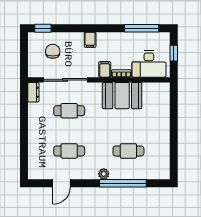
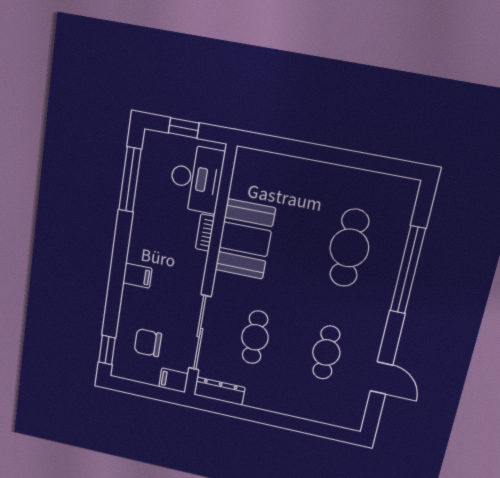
filing cabinet: (105, 69) -> (173, 380), moved
dresser: (33, 92) -> (219, 391), width x1.44
cafe table: (128, 151) -> (349, 248), width x1.37, depth x1.35
plant: (104, 174) -> (382, 301), removed

